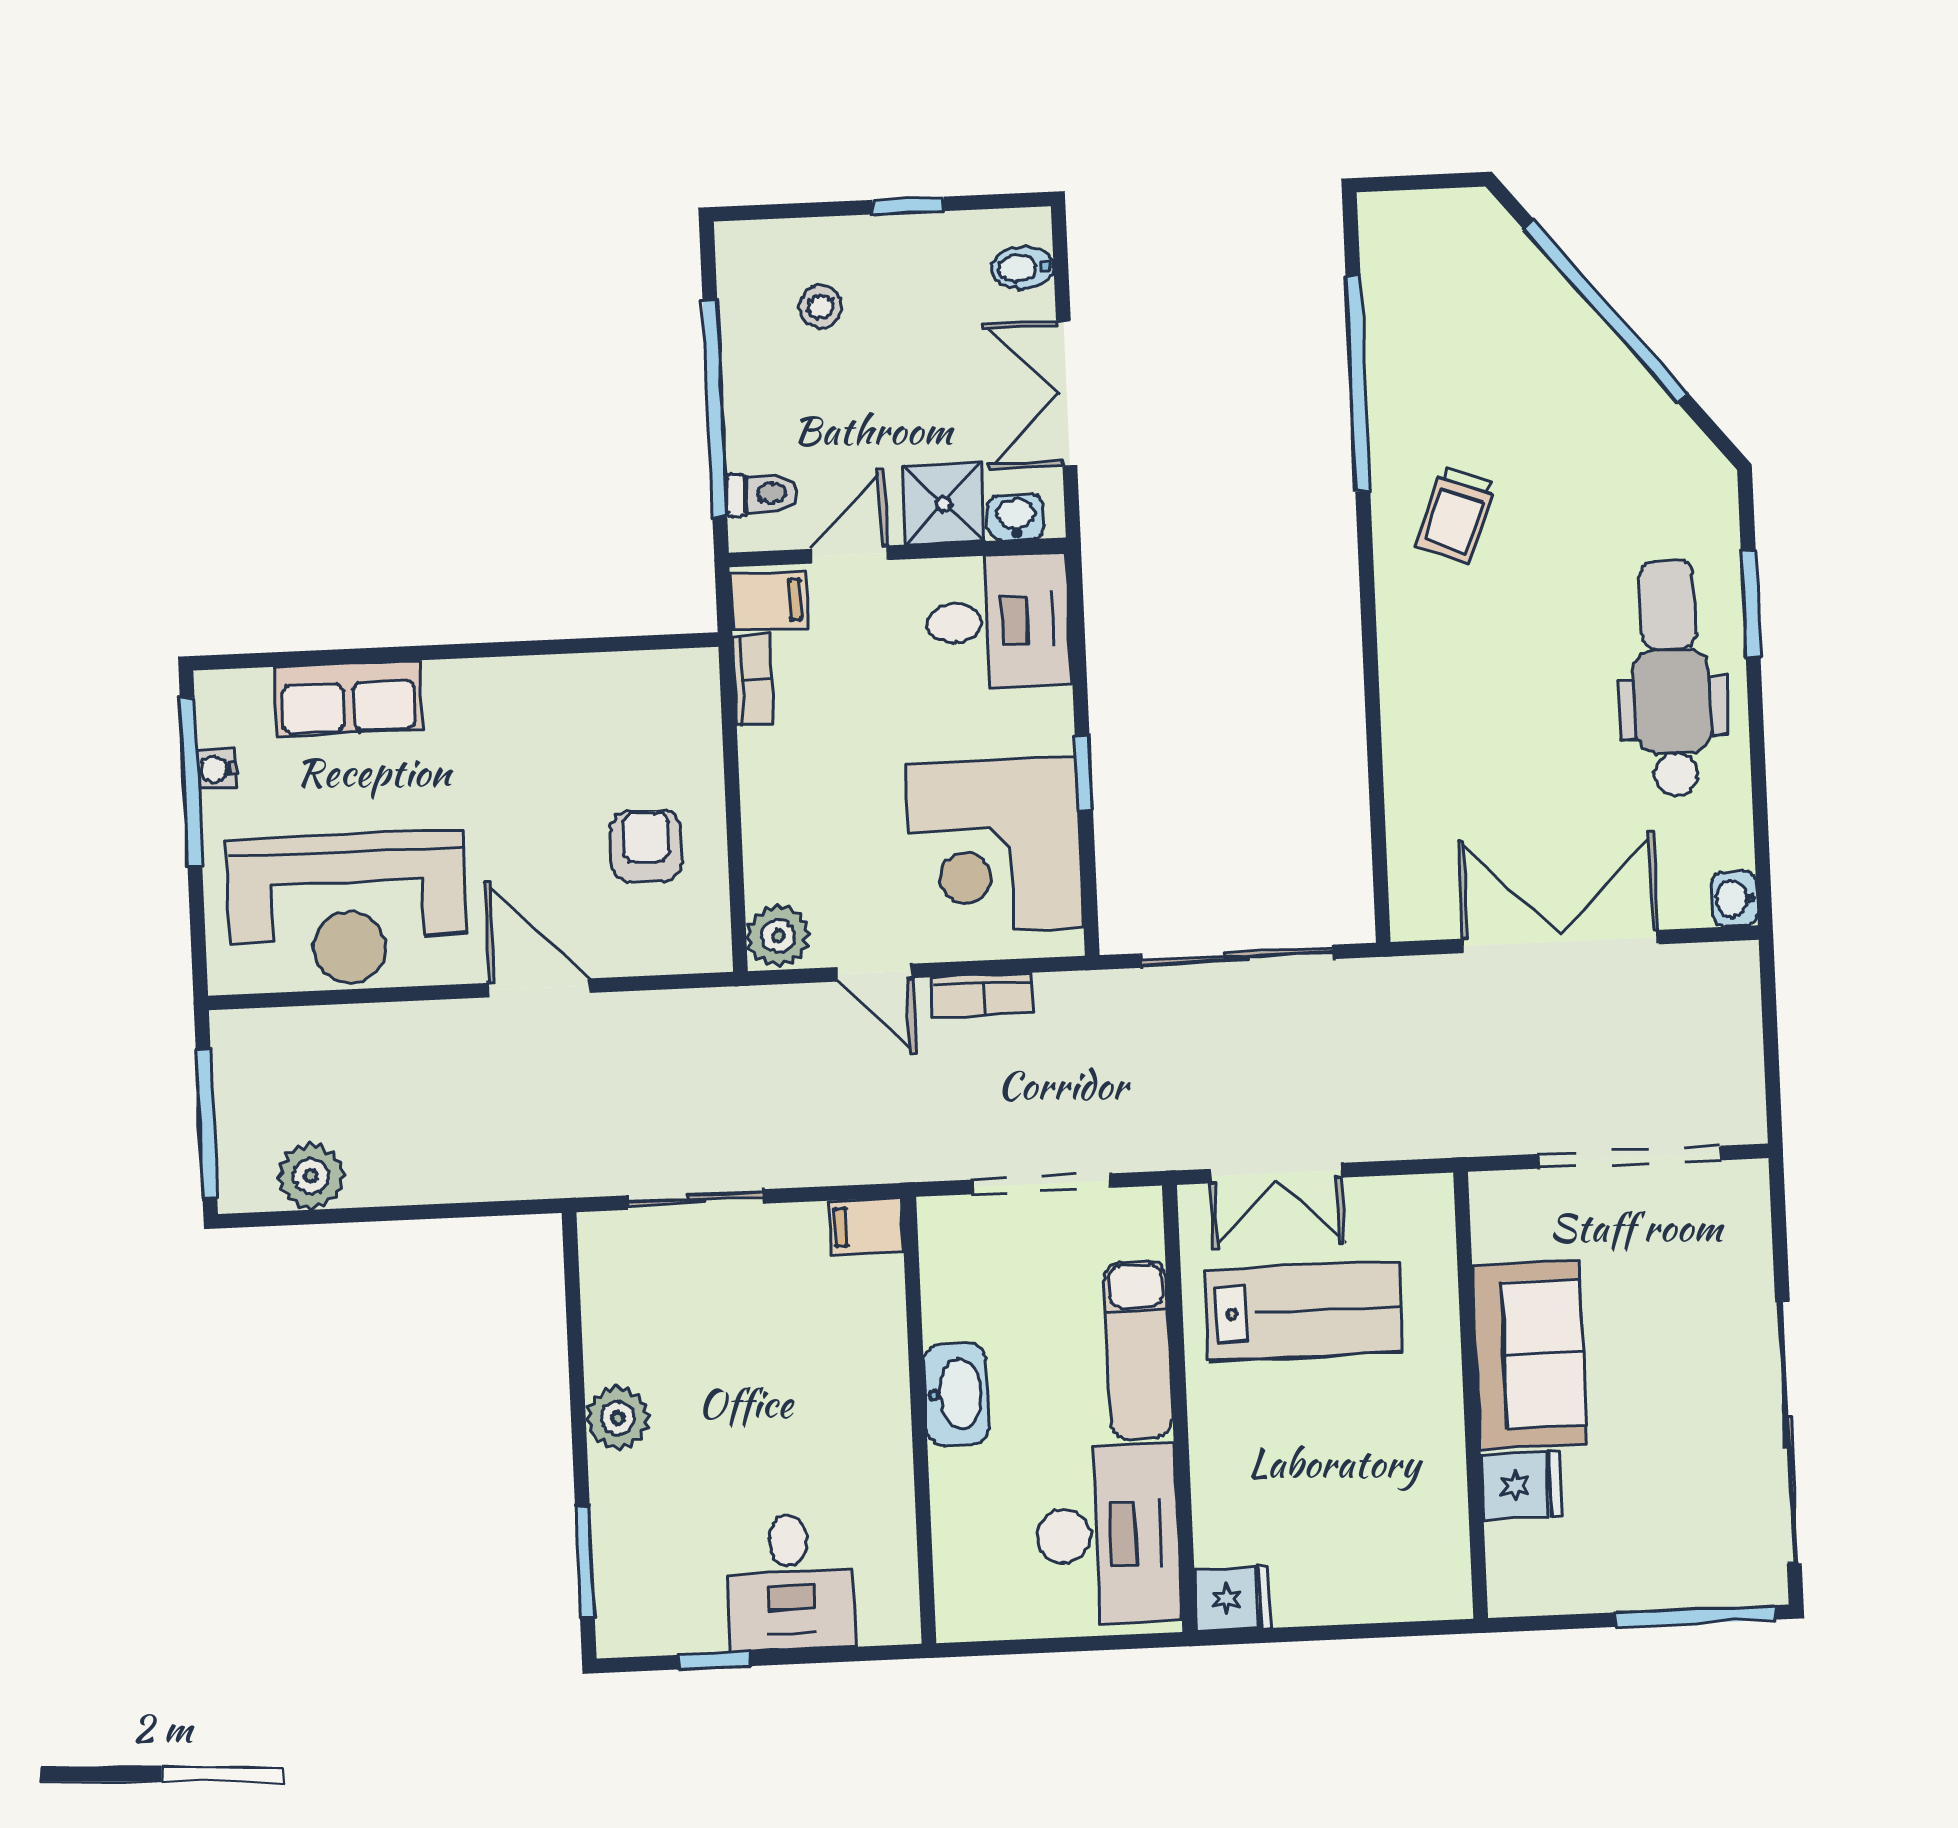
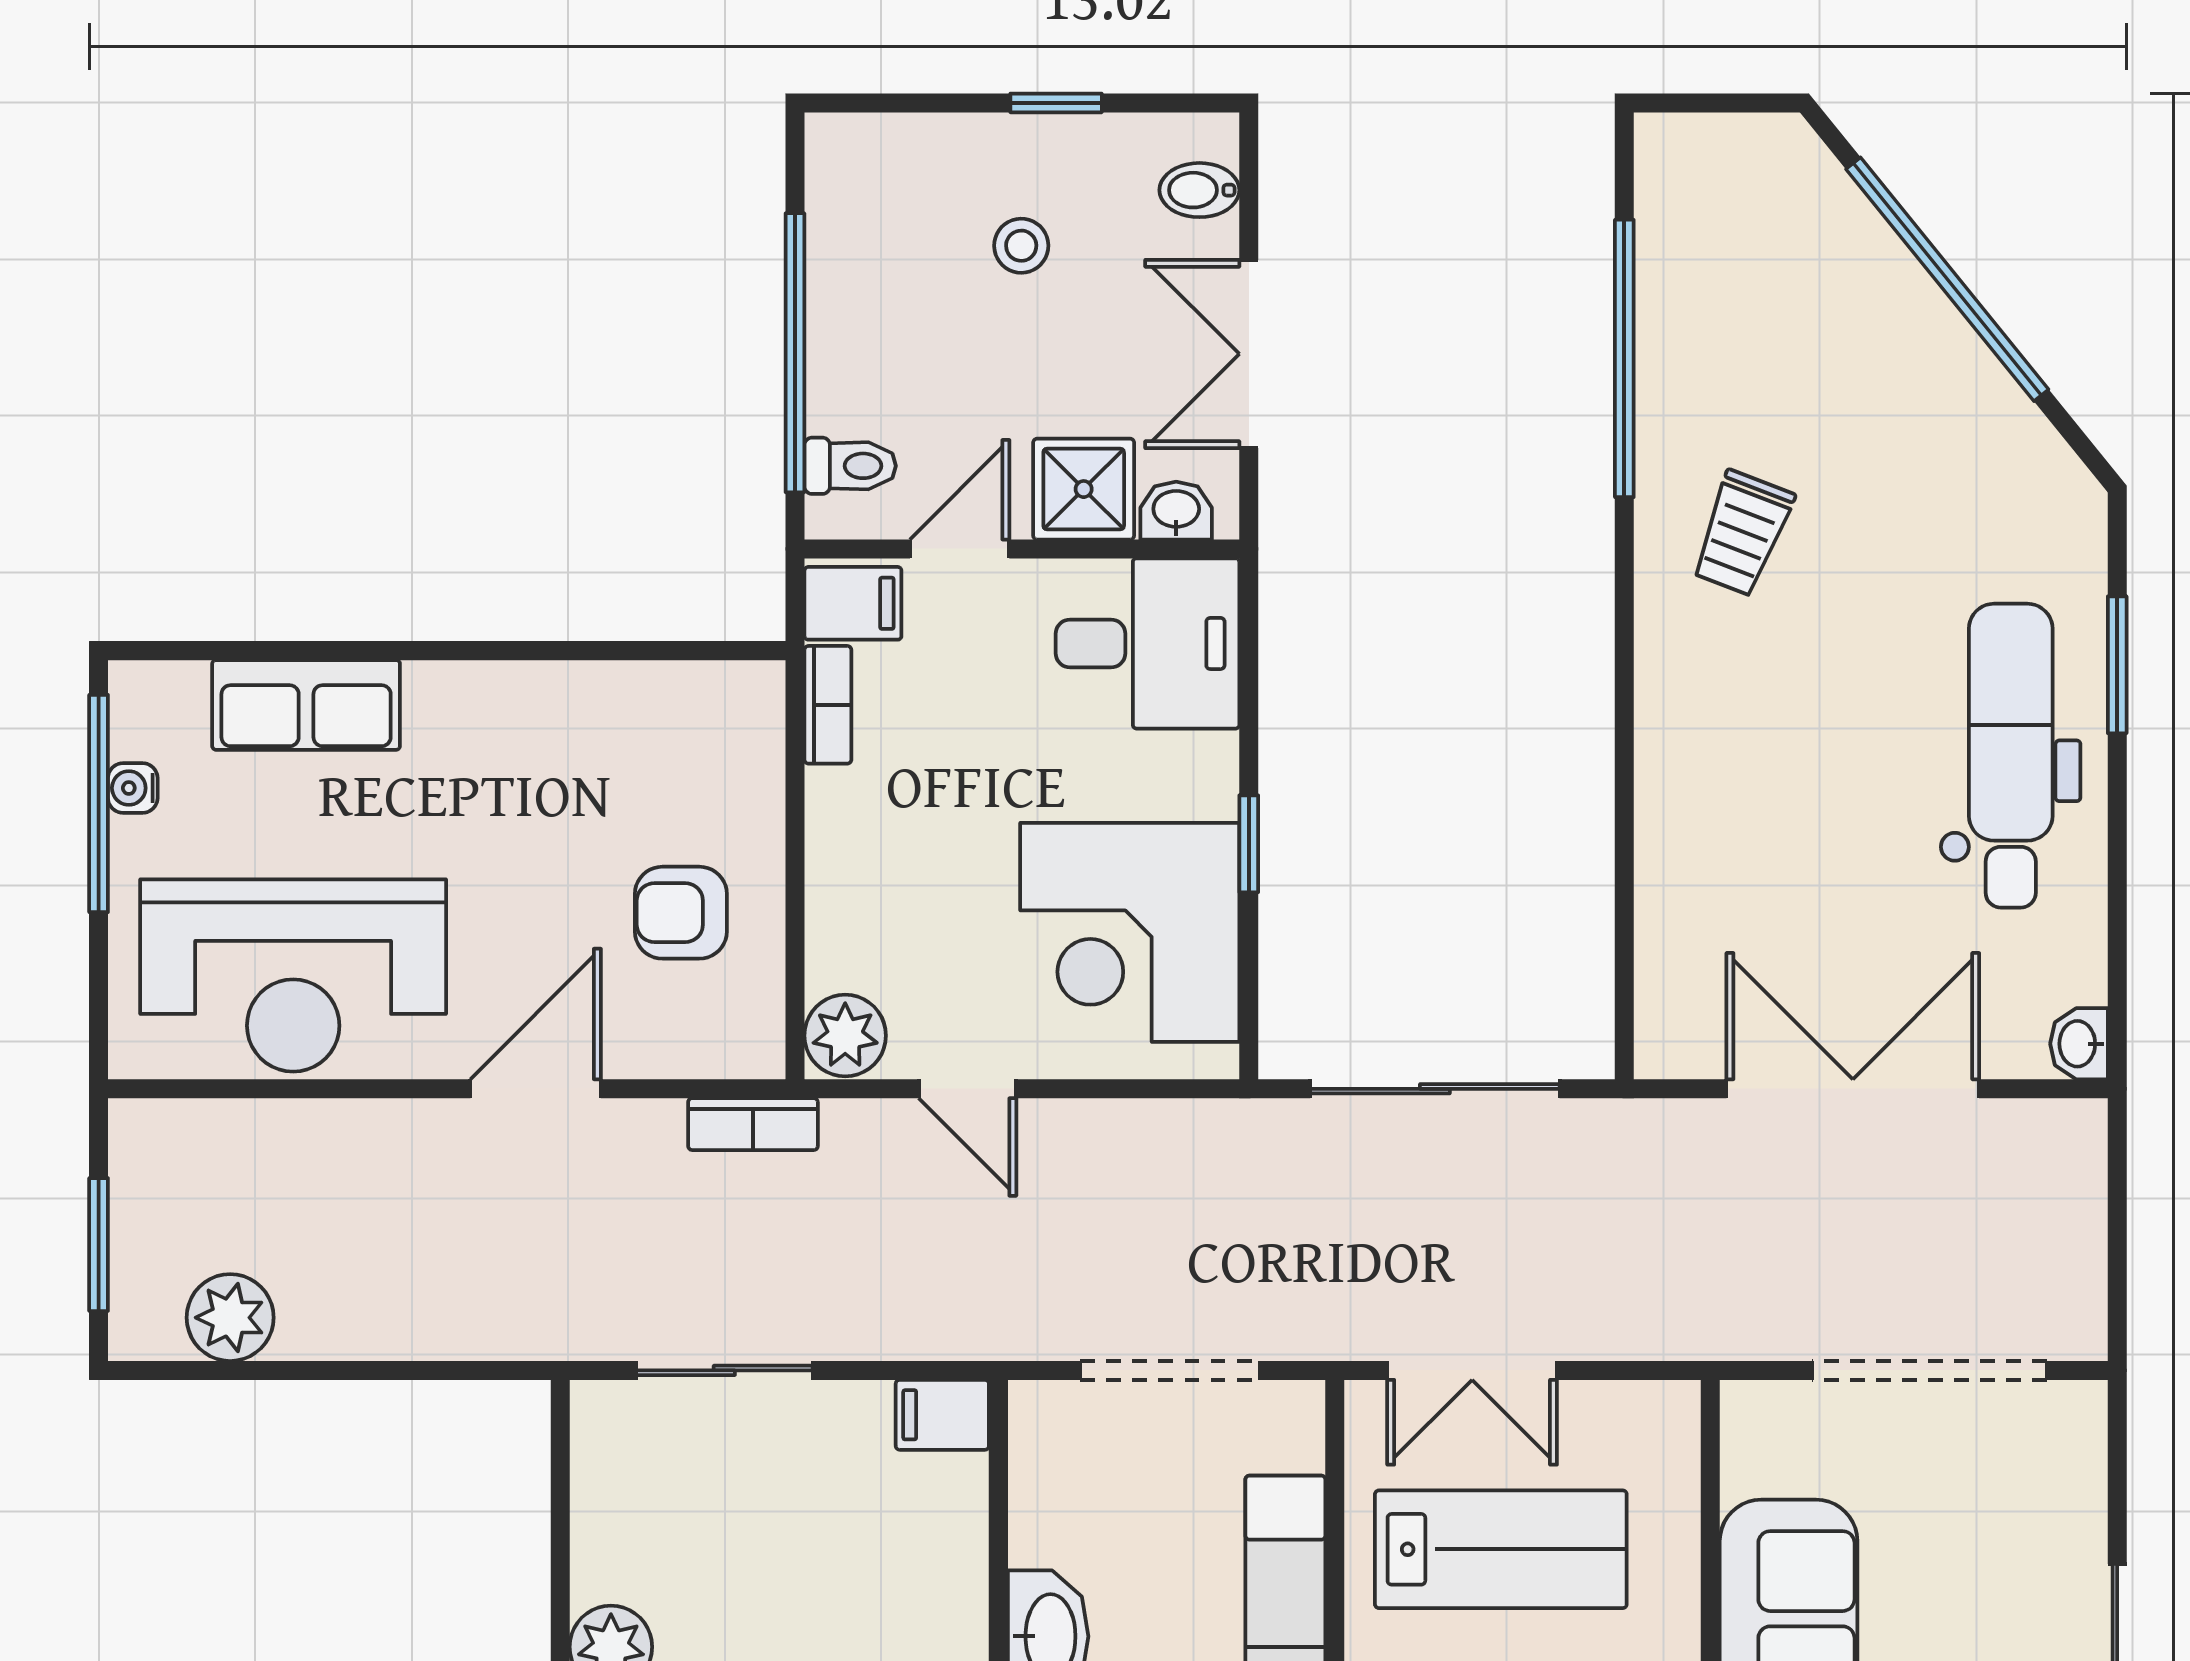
stool: (820, 307) -> (1021, 246), moved
armchair: (646, 846) -> (681, 913), turned -90
door: (540, 988) -> (536, 1089), hinge flipped
bookcase: (983, 995) -> (753, 1124), moved
window: (207, 1124) -> (99, 1245), width x0.69

